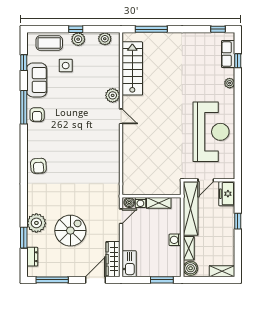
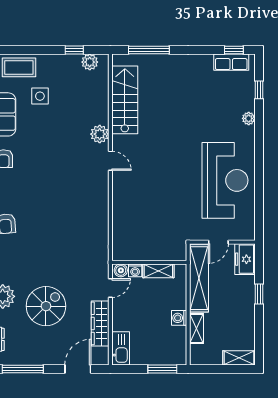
window: (76, 29) -> (74, 50), moved
plant: (78, 39) -> (56, 63), removed
row of seats: (228, 54) -> (231, 62), moved, turned -90
wardrobe: (113, 259) -> (100, 323), moved
boiler: (191, 268) -> (199, 354), removed

